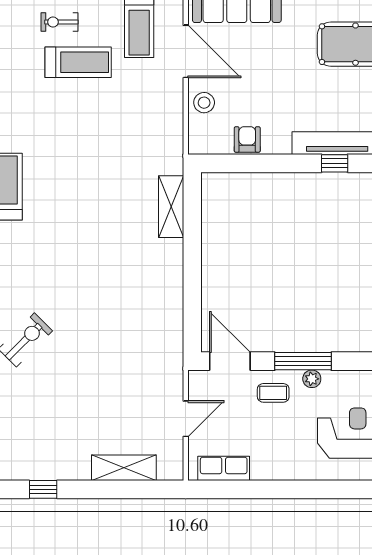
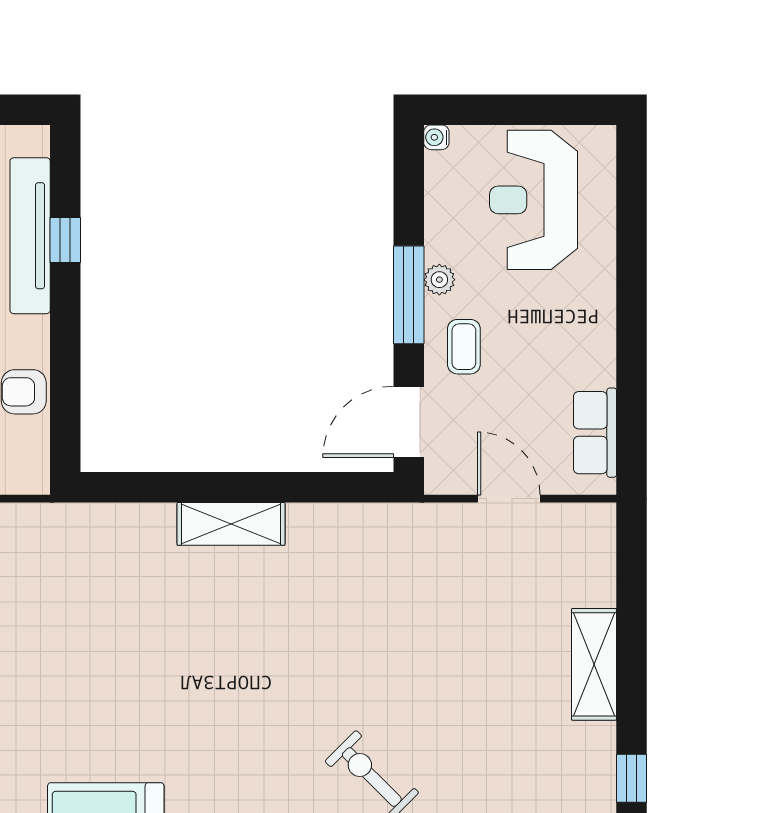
shelving: (171, 207) -> (231, 524), moved
shelving: (124, 468) -> (594, 664), moved
window: (43, 489) -> (631, 778), moved

